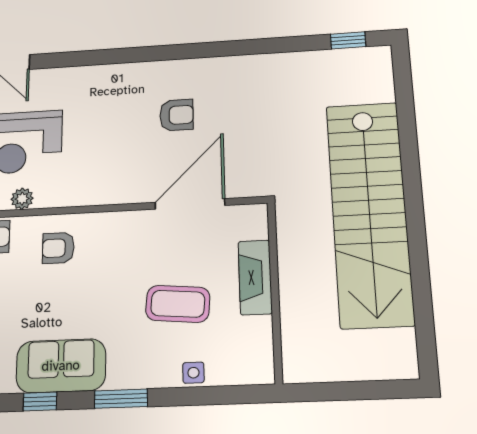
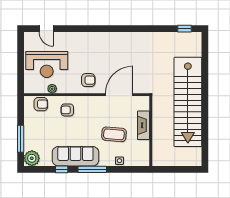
armchair: (177, 115) -> (88, 80), moved
sofa: (61, 366) -> (75, 156), width x1.36
window: (121, 399) -> (92, 169), width x1.44

